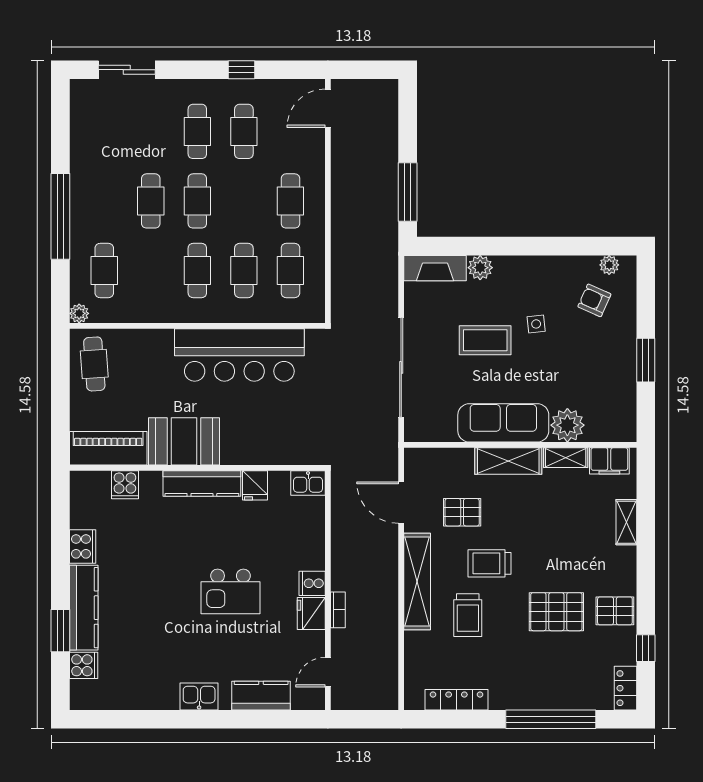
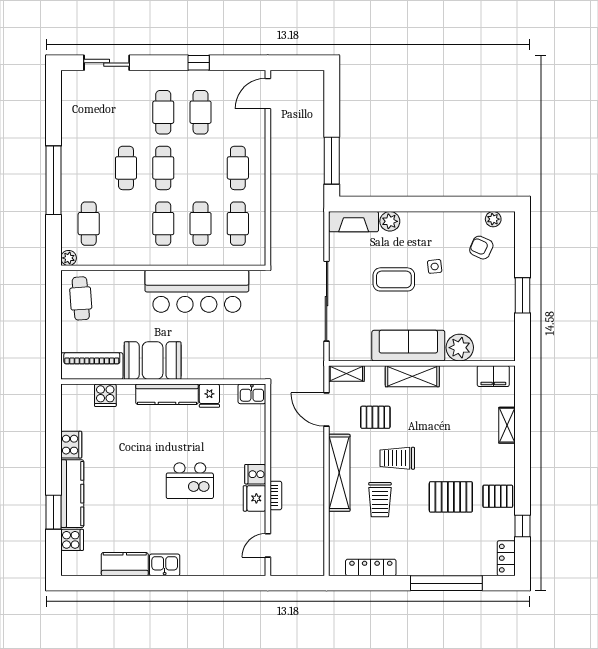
shelving: (566, 458) -> (346, 373), moved
kitchen counter: (261, 696) -> (125, 564), moved

